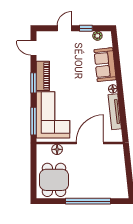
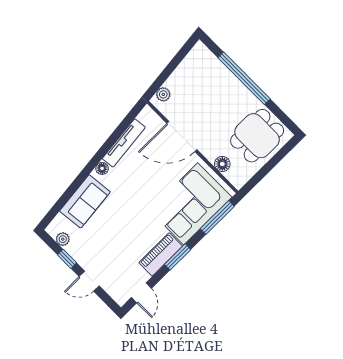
plant: (119, 154) -> (163, 94), added

